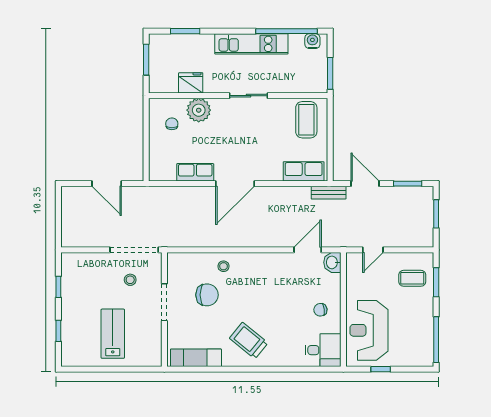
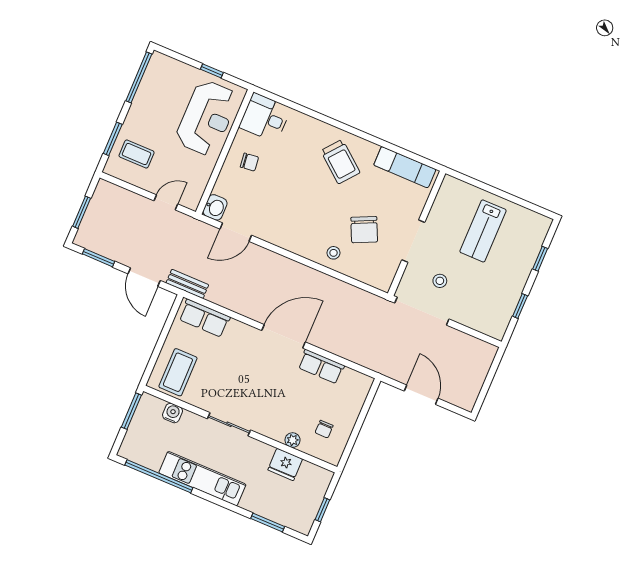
water cooler: (312, 41) -> (172, 413), moved, turned 180
window: (146, 60) -> (322, 510), width x0.67
plant: (199, 110) -> (293, 440), width x0.53, depth x0.53
chair: (207, 295) -> (364, 230), turned -115

